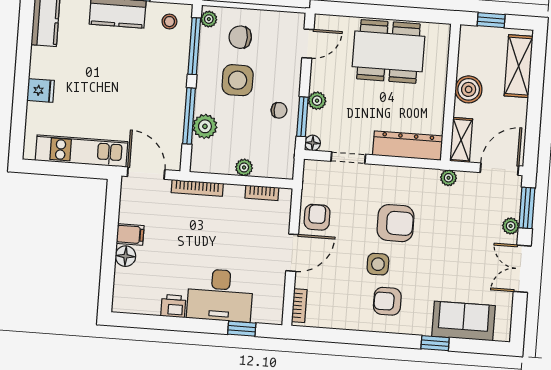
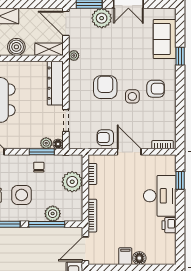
plant: (317, 101) -> (46, 143), moved
plant: (244, 167) -> (72, 182), width x1.88, depth x1.88
plant: (511, 226) -> (102, 18), width x1.87, depth x1.87
armchair: (387, 301) -> (156, 89), turned -90

